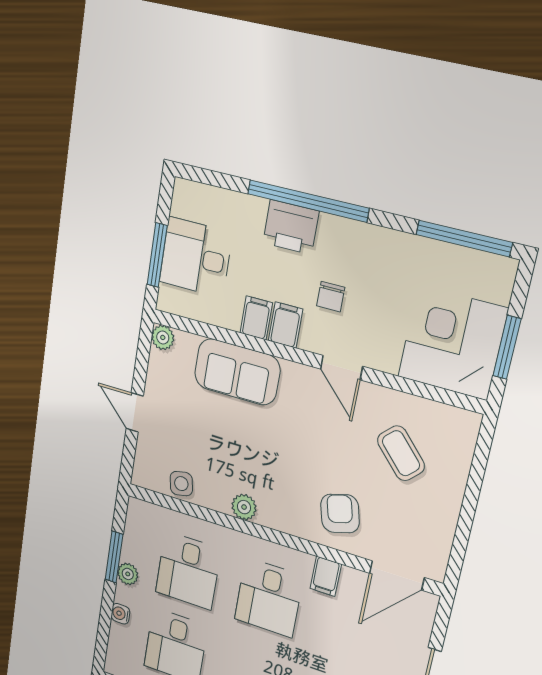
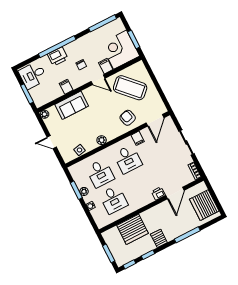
desk: (196, 257) -> (33, 75), moved
filing cabinet: (286, 325) -> (106, 66), moved
coffee table: (401, 453) -> (130, 88), width x1.86, depth x1.72

